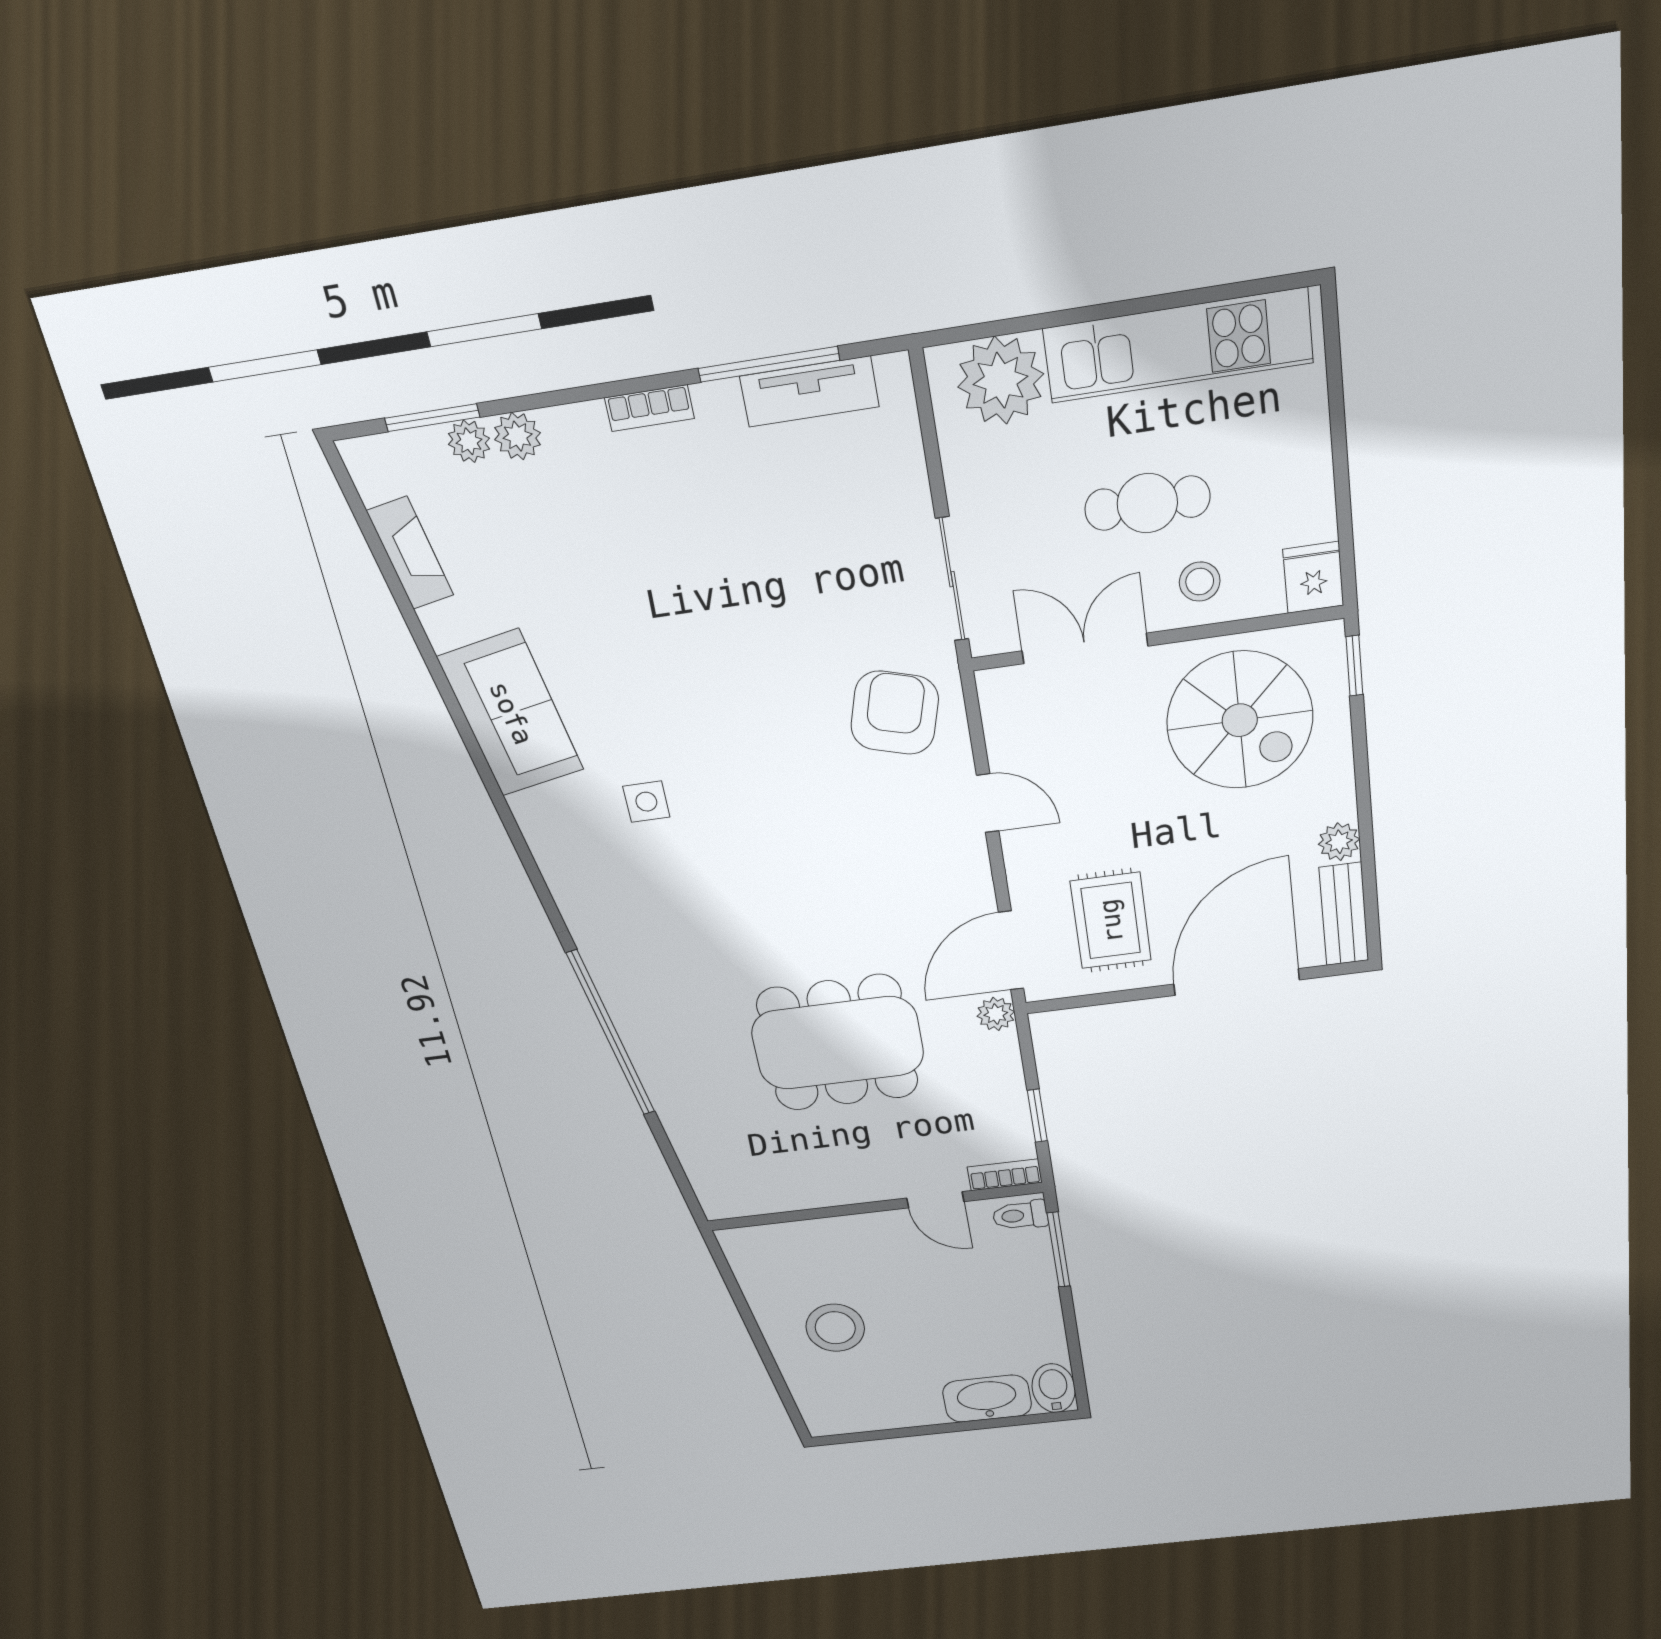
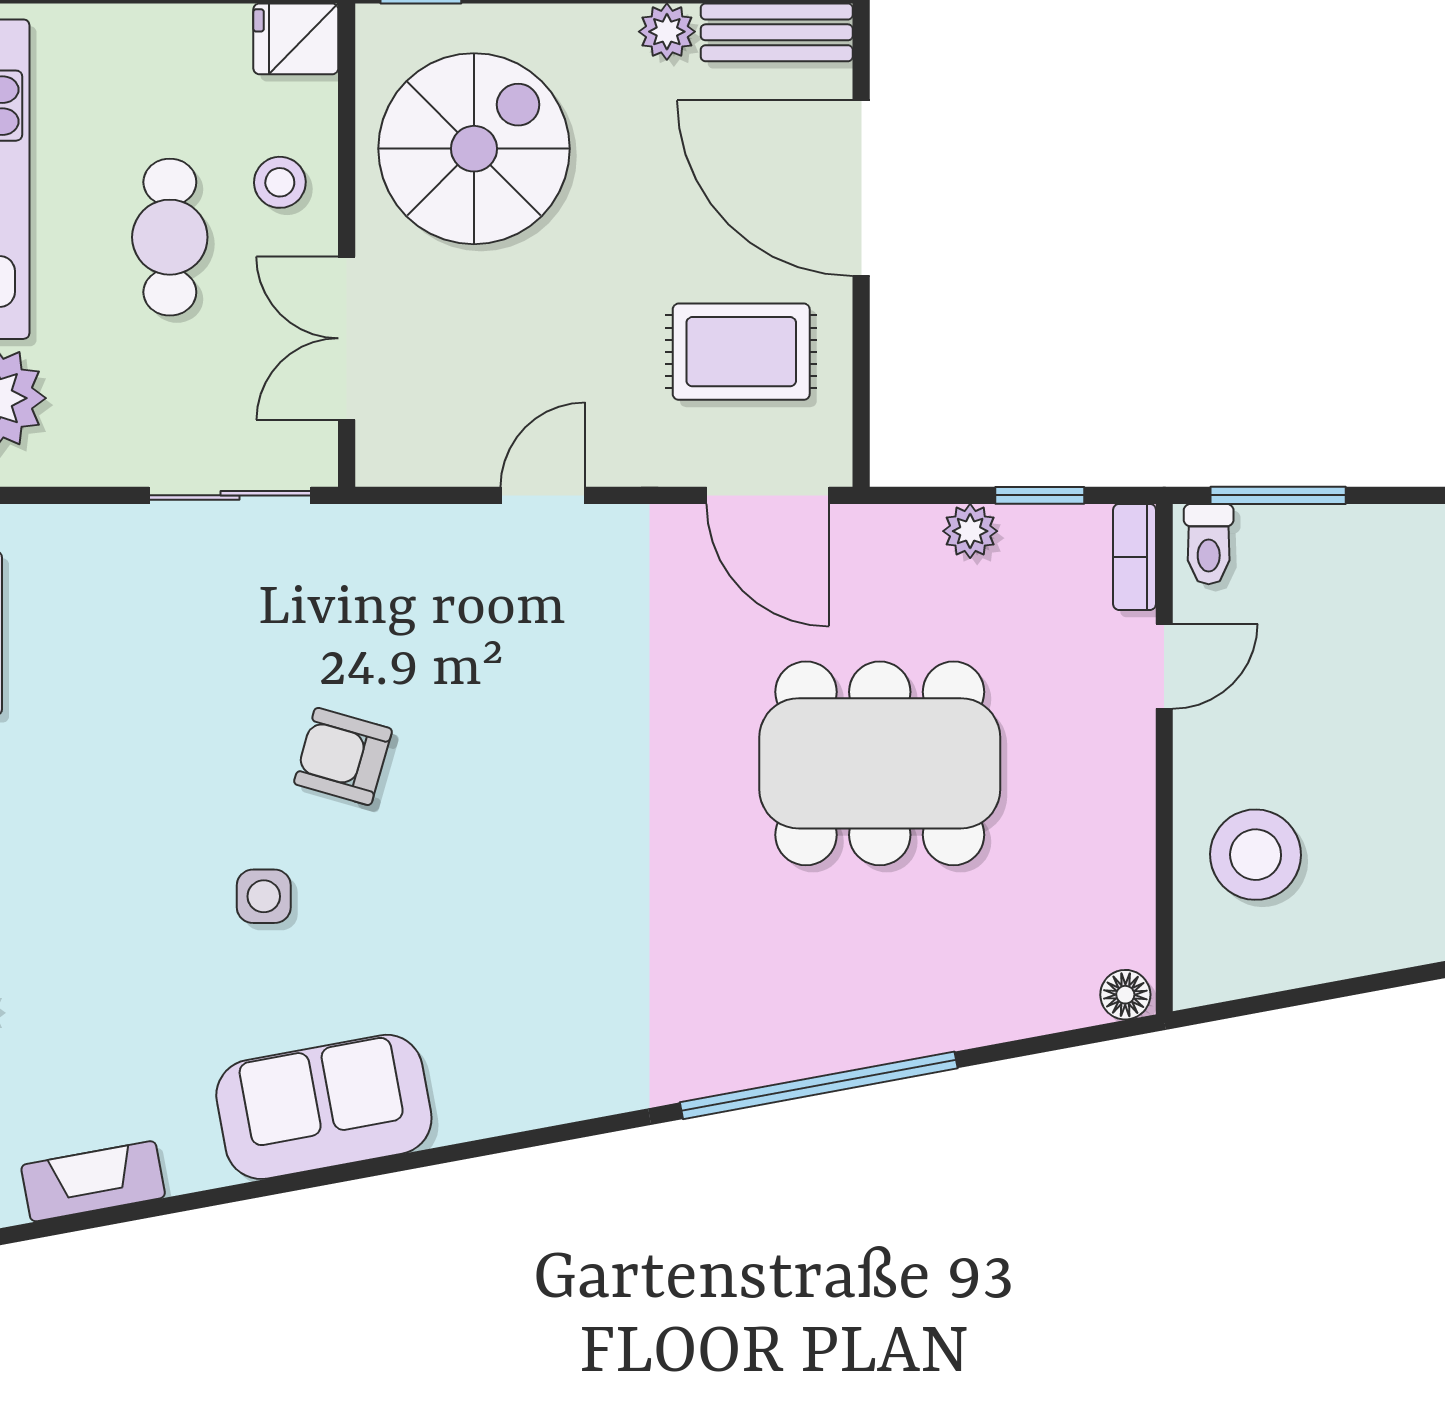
armchair: (895, 713) -> (343, 756), moved, width x0.72, depth x0.72
side table: (646, 802) -> (264, 896), moved
plant: (996, 1014) -> (970, 531), moved
dining table: (838, 1043) -> (880, 763), turned 90
floor lamp: (716, 1203) -> (1125, 995), added
stool: (835, 1328) -> (1256, 855), moved

